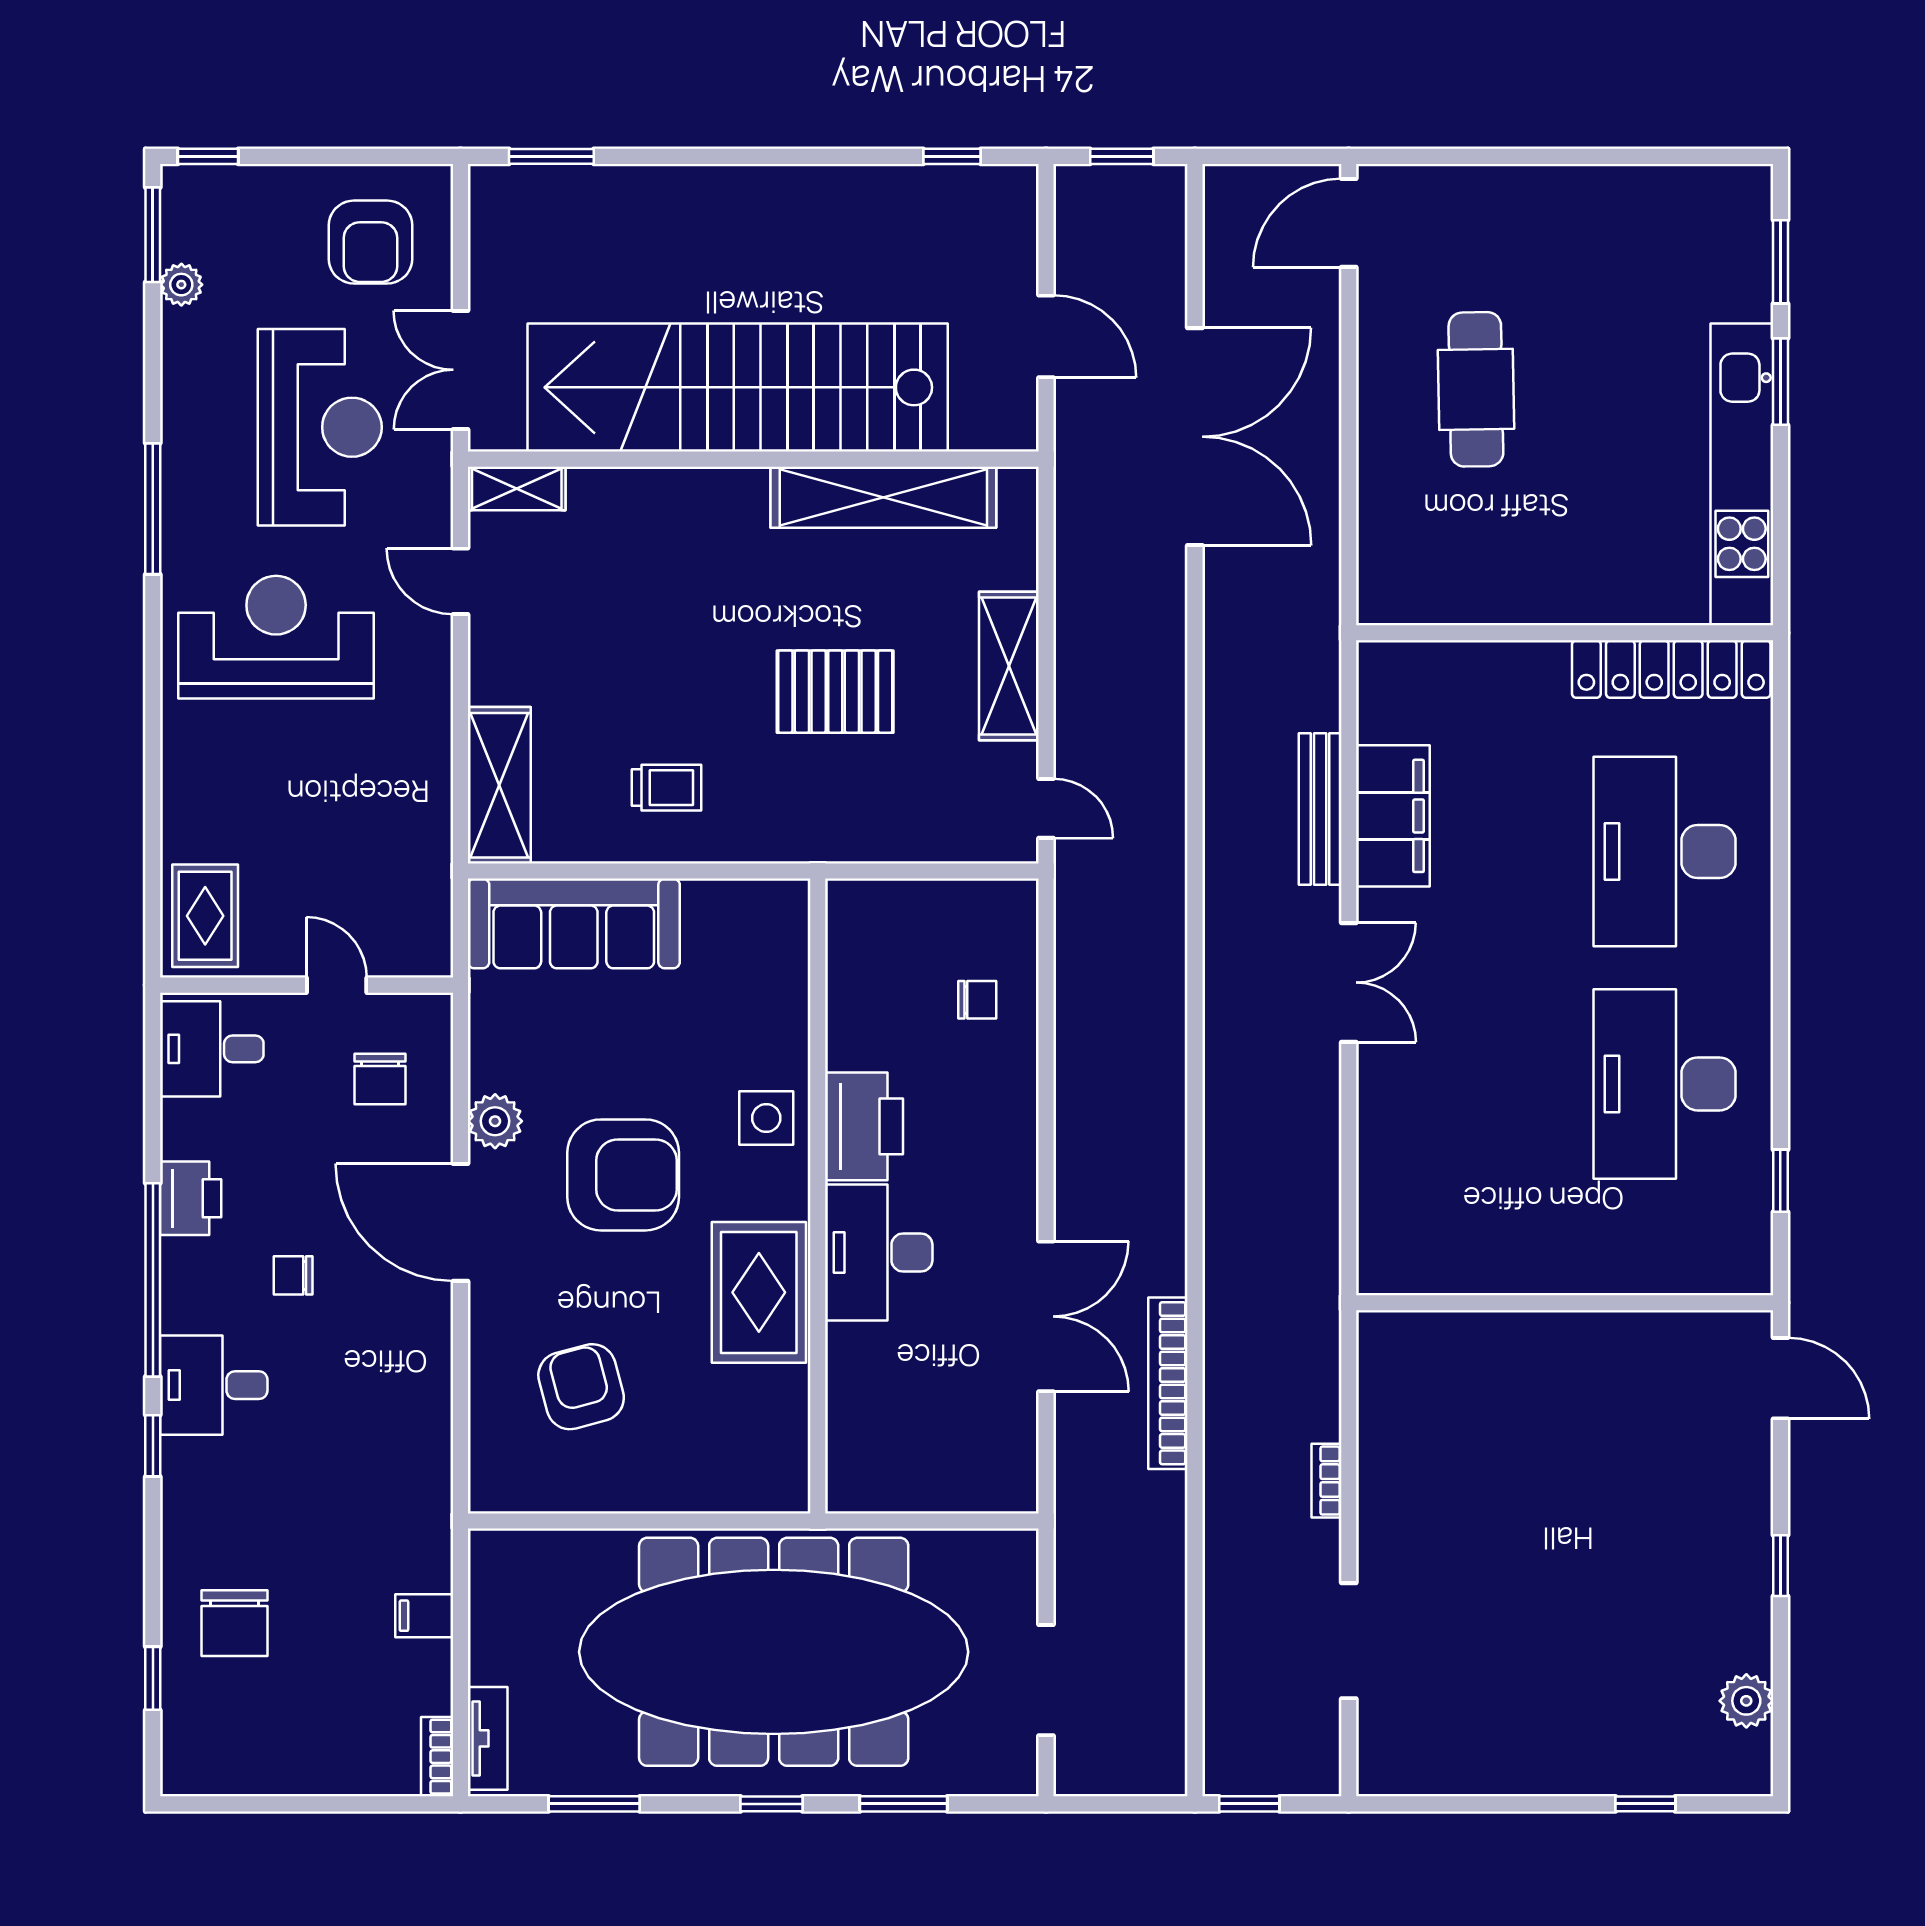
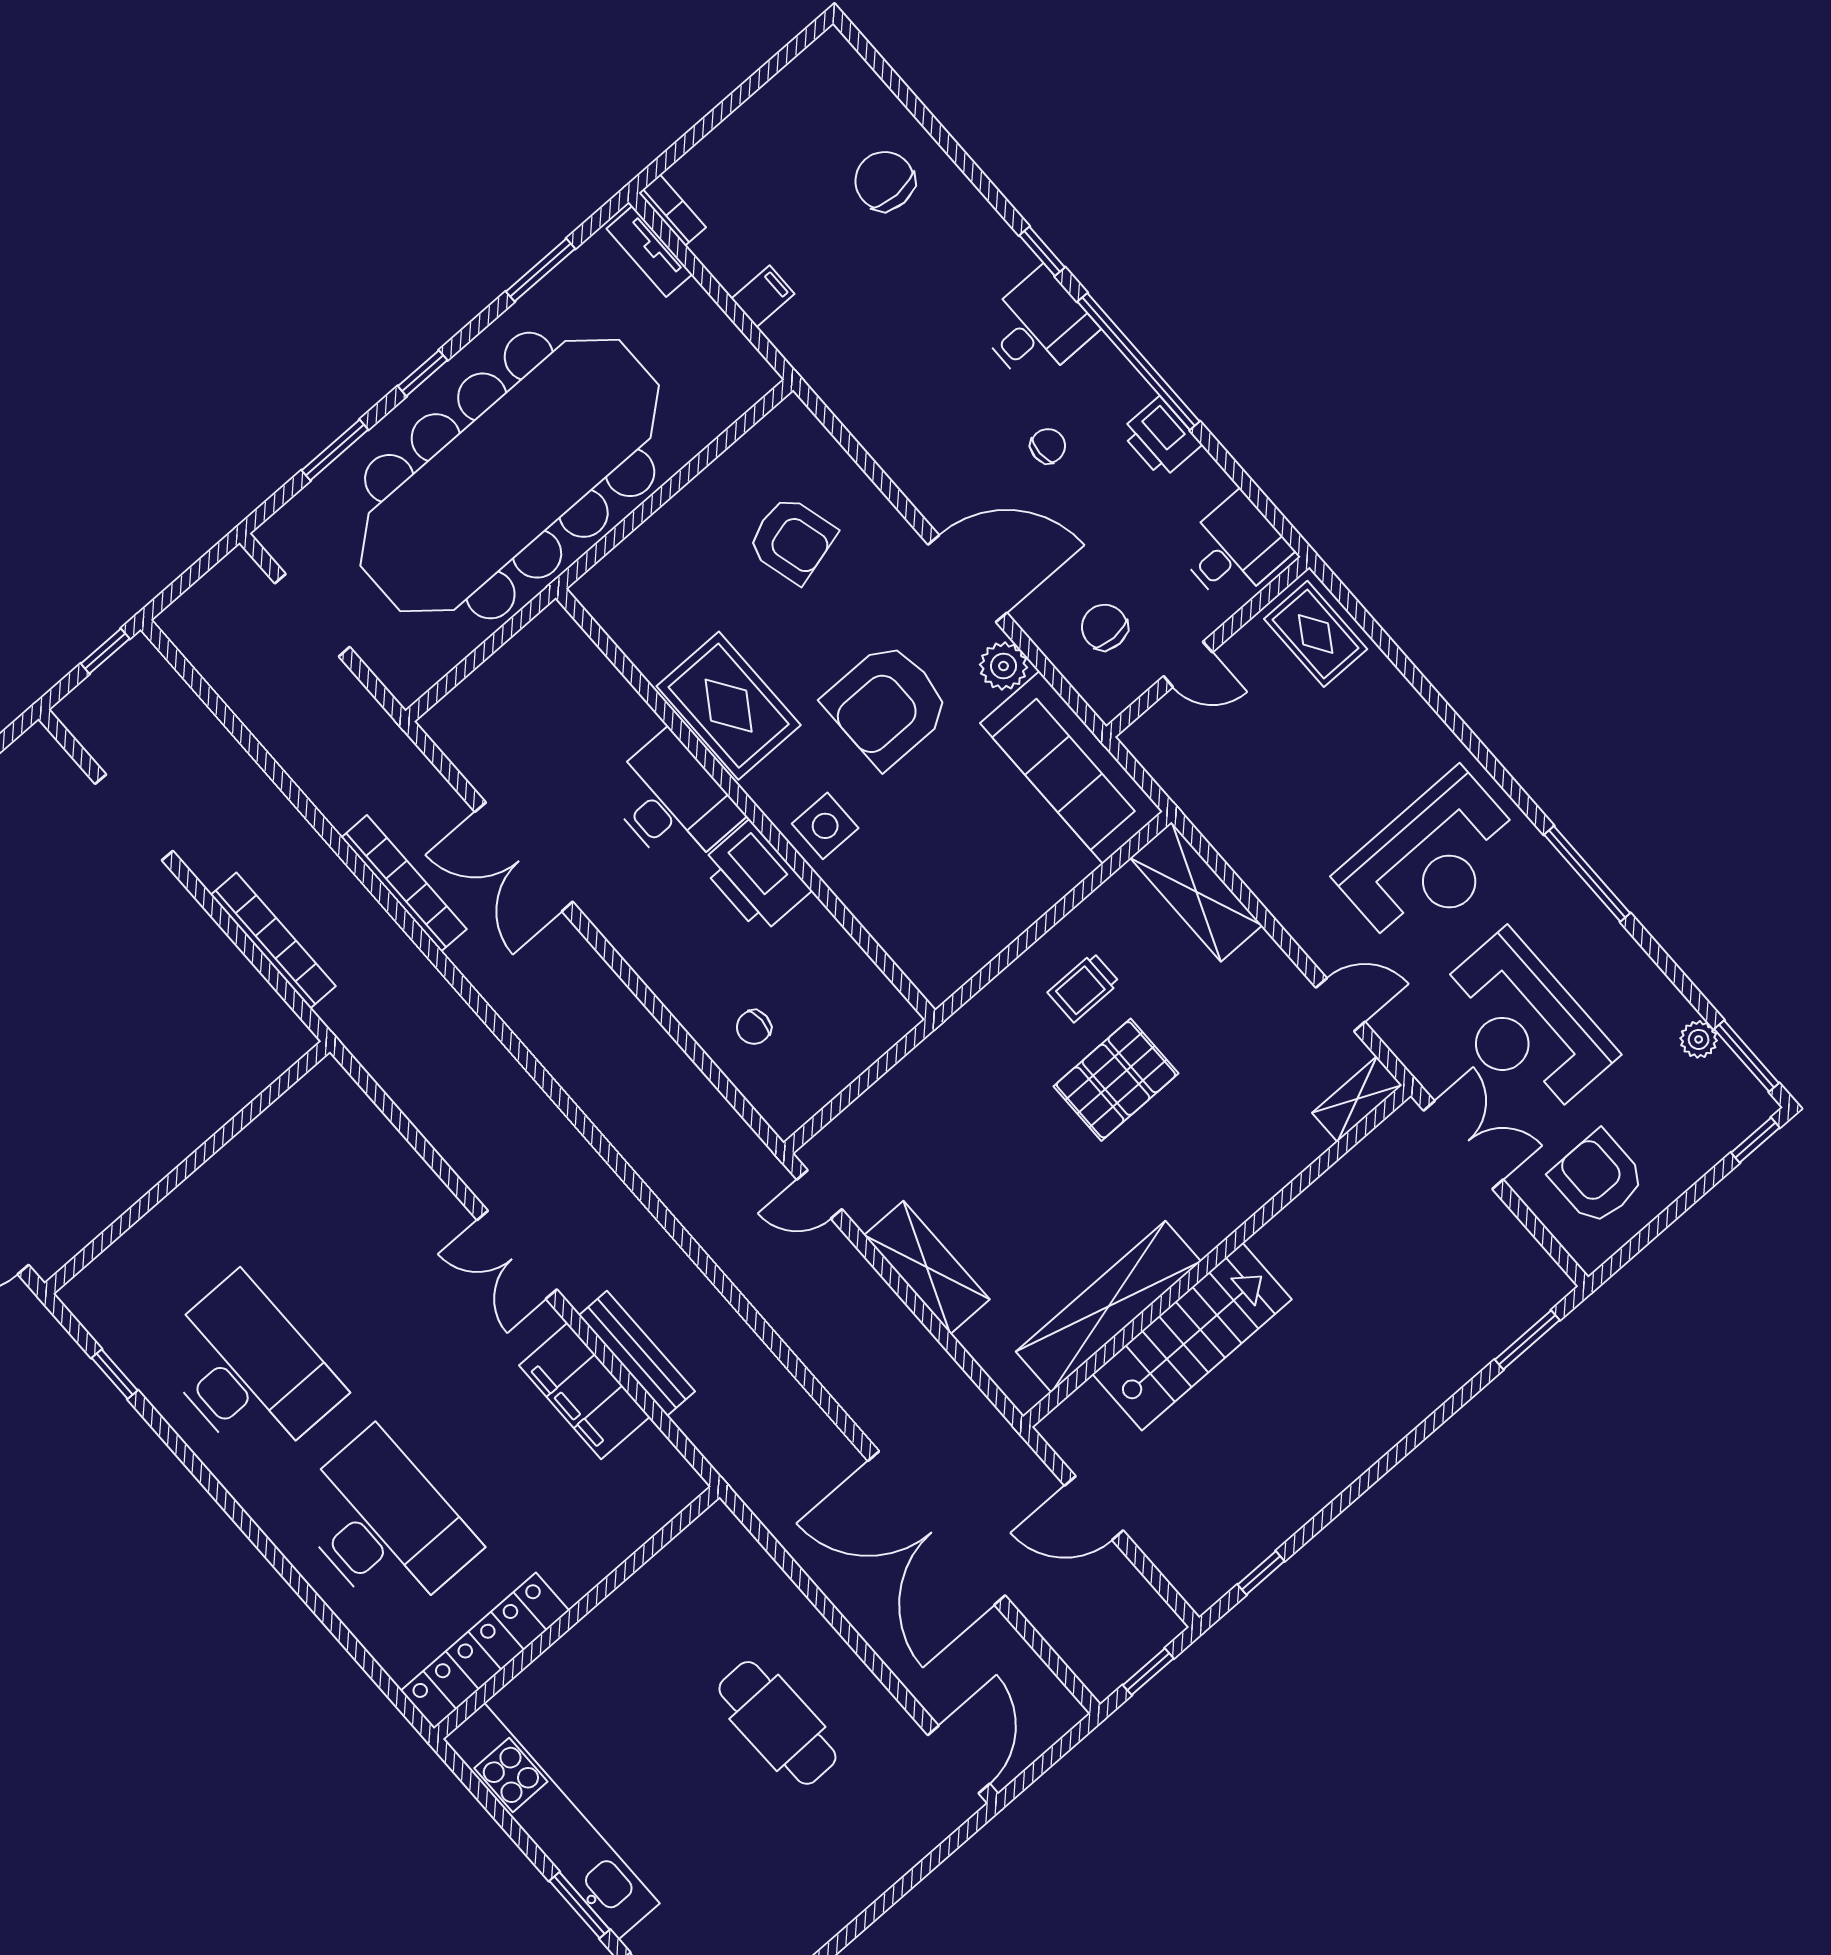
stairs: (738, 387) -> (1192, 1337), width x0.54, depth x0.66
pallet: (835, 692) -> (1116, 1080), moved
sofa: (574, 923) -> (1071, 767), moved, turned -90
bookcase: (1326, 1481) -> (273, 940), width x2.31, depth x1.31
window: (153, 1678) -> (907, 97), removed

